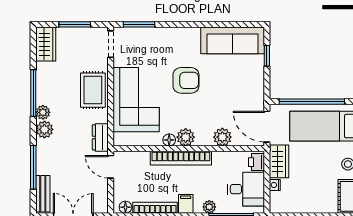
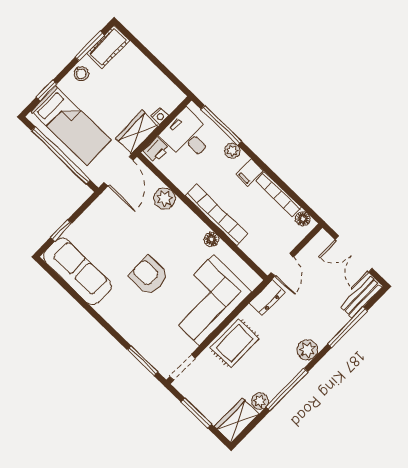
plant: (43, 112) -> (260, 401), moved
plant: (186, 137) -> (195, 228), removed

